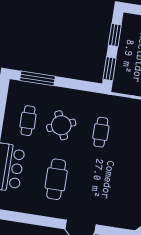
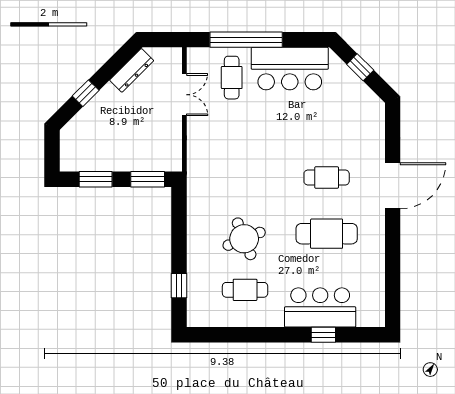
window: (37, 78) -> (179, 286), width x0.46
cafe table: (101, 132) -> (327, 177), moved

